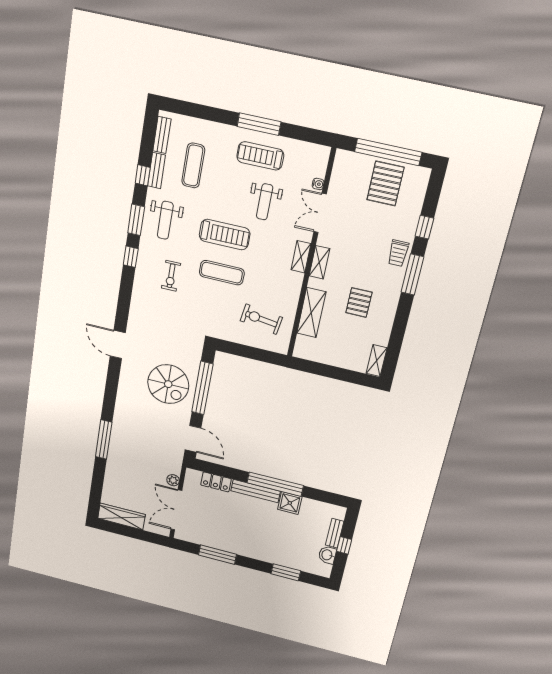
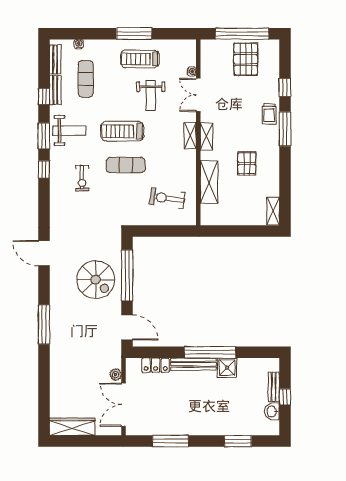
water cooler: (192, 122) -> (79, 44), added
weight bench: (165, 220) -> (69, 131), turned -90
treadmill: (225, 235) -> (122, 131), turned 180
window: (104, 440) -> (44, 324), moved

